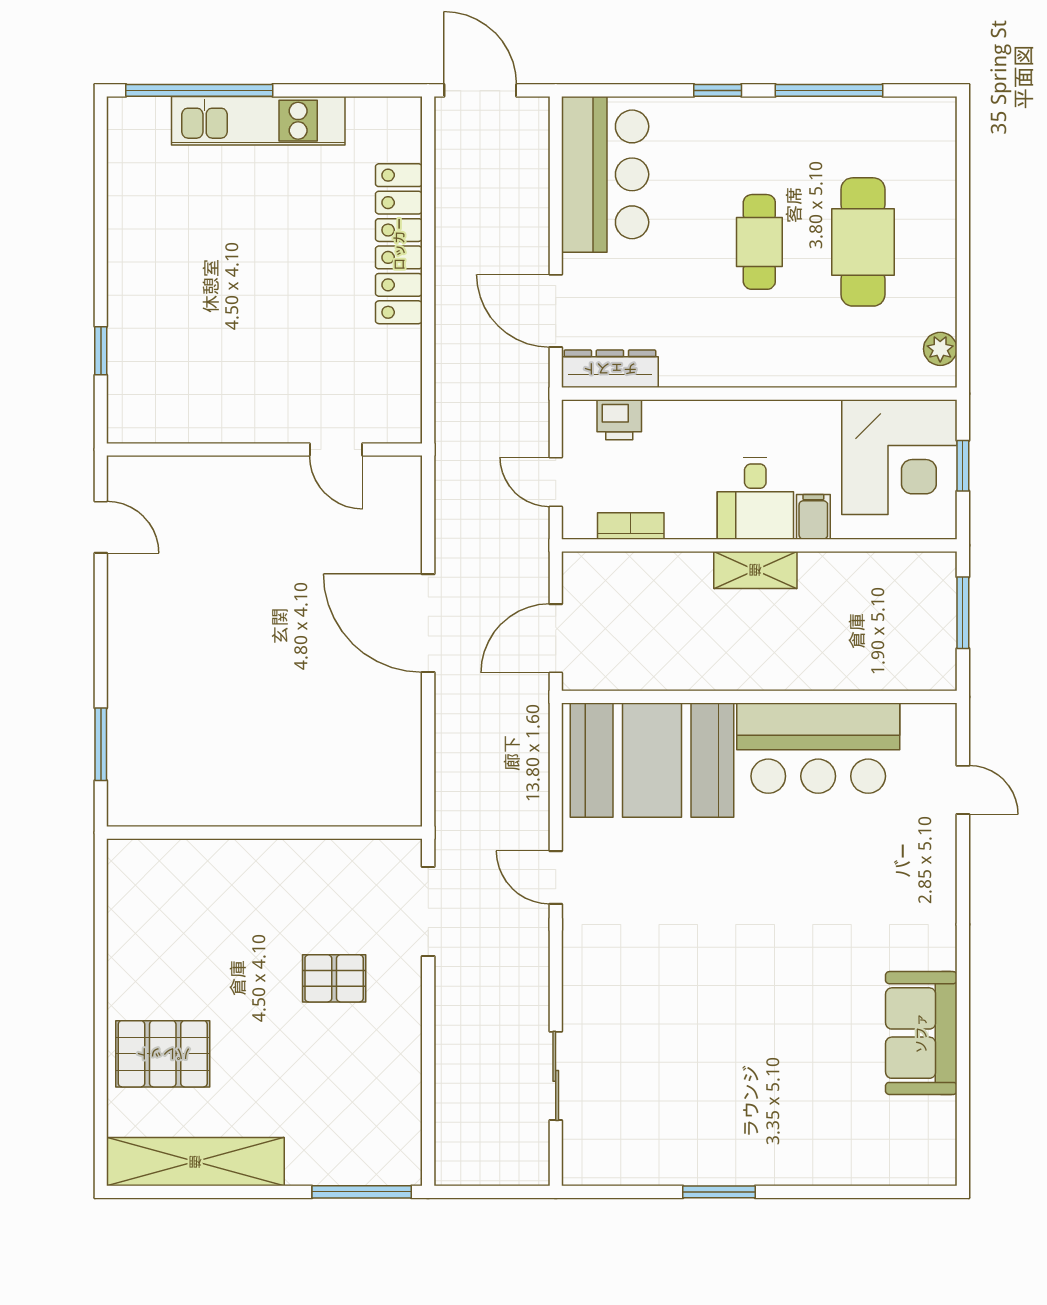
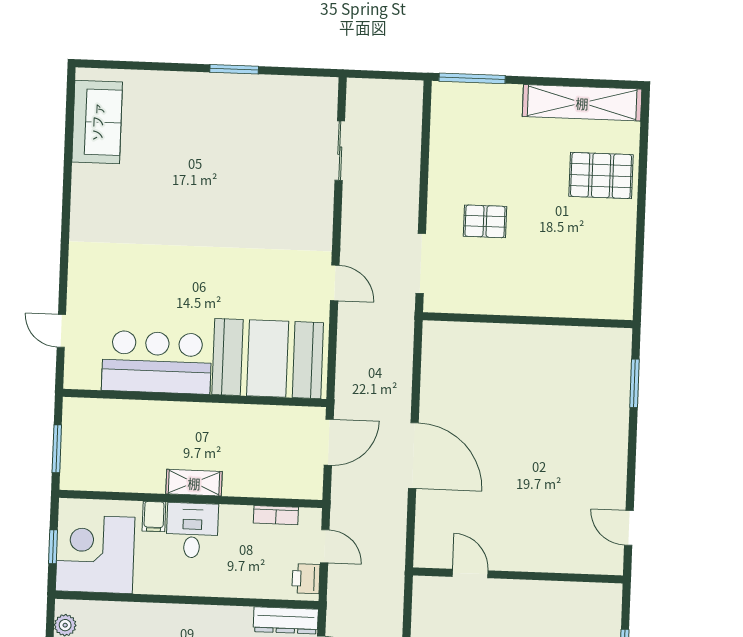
printer: (619, 420) -> (306, 579), moved, turned -90
sofa: (921, 1033) -> (97, 122), moved

